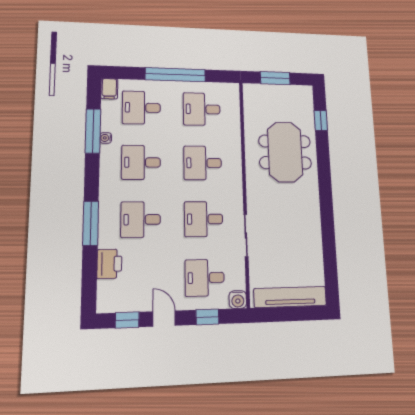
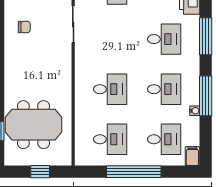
window: (275, 78) -> (40, 172), width x0.67
window: (93, 131) -> (206, 96), moved
meeting table: (285, 152) -> (33, 125), moved, turned 90
desk: (204, 219) -> (110, 39), removed
chair: (300, 232) -> (24, 27), added

